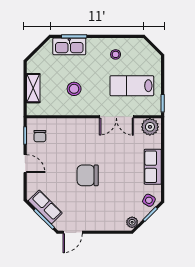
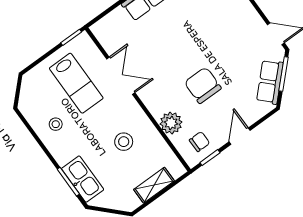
plant: (150, 127) -> (171, 123), moved
chair: (88, 175) -> (203, 85), moved, turned 180

